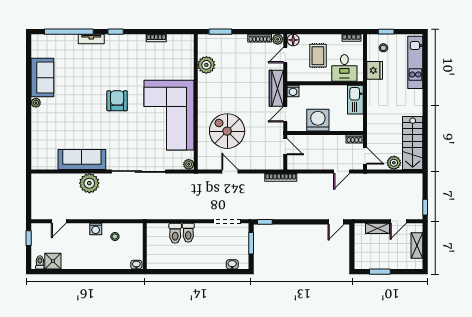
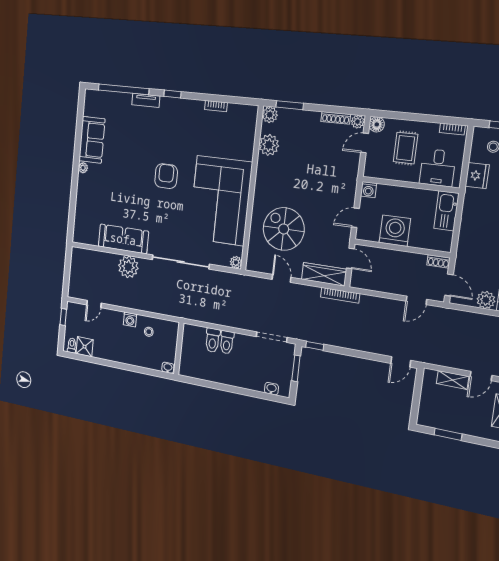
plant: (204, 41) -> (270, 115), added
wardrobe: (276, 88) -> (324, 274), moved, turned 90

